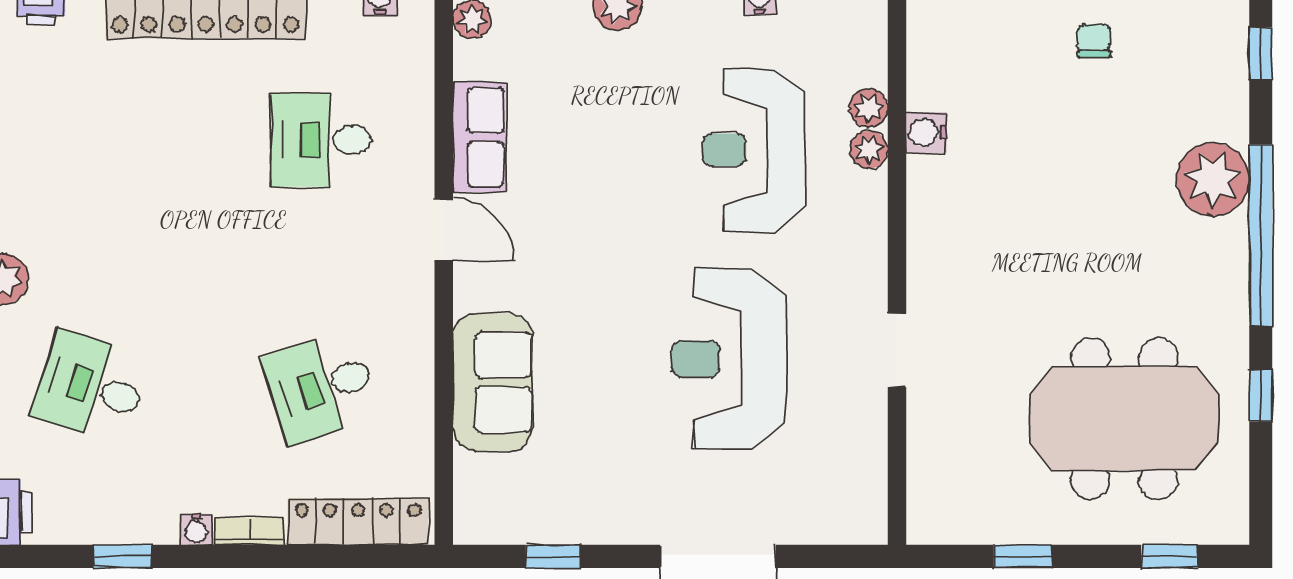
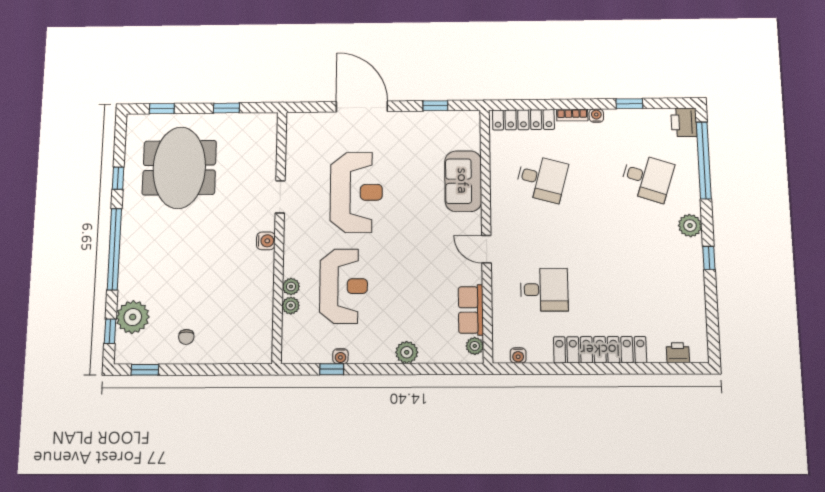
water cooler: (926, 132) -> (266, 241), moved
row of seats: (479, 137) -> (471, 310), moved
plant: (1213, 179) -> (133, 317), moved
desk: (321, 387) -> (542, 178), turned 33
meeting table: (1124, 419) -> (179, 168), turned 90

